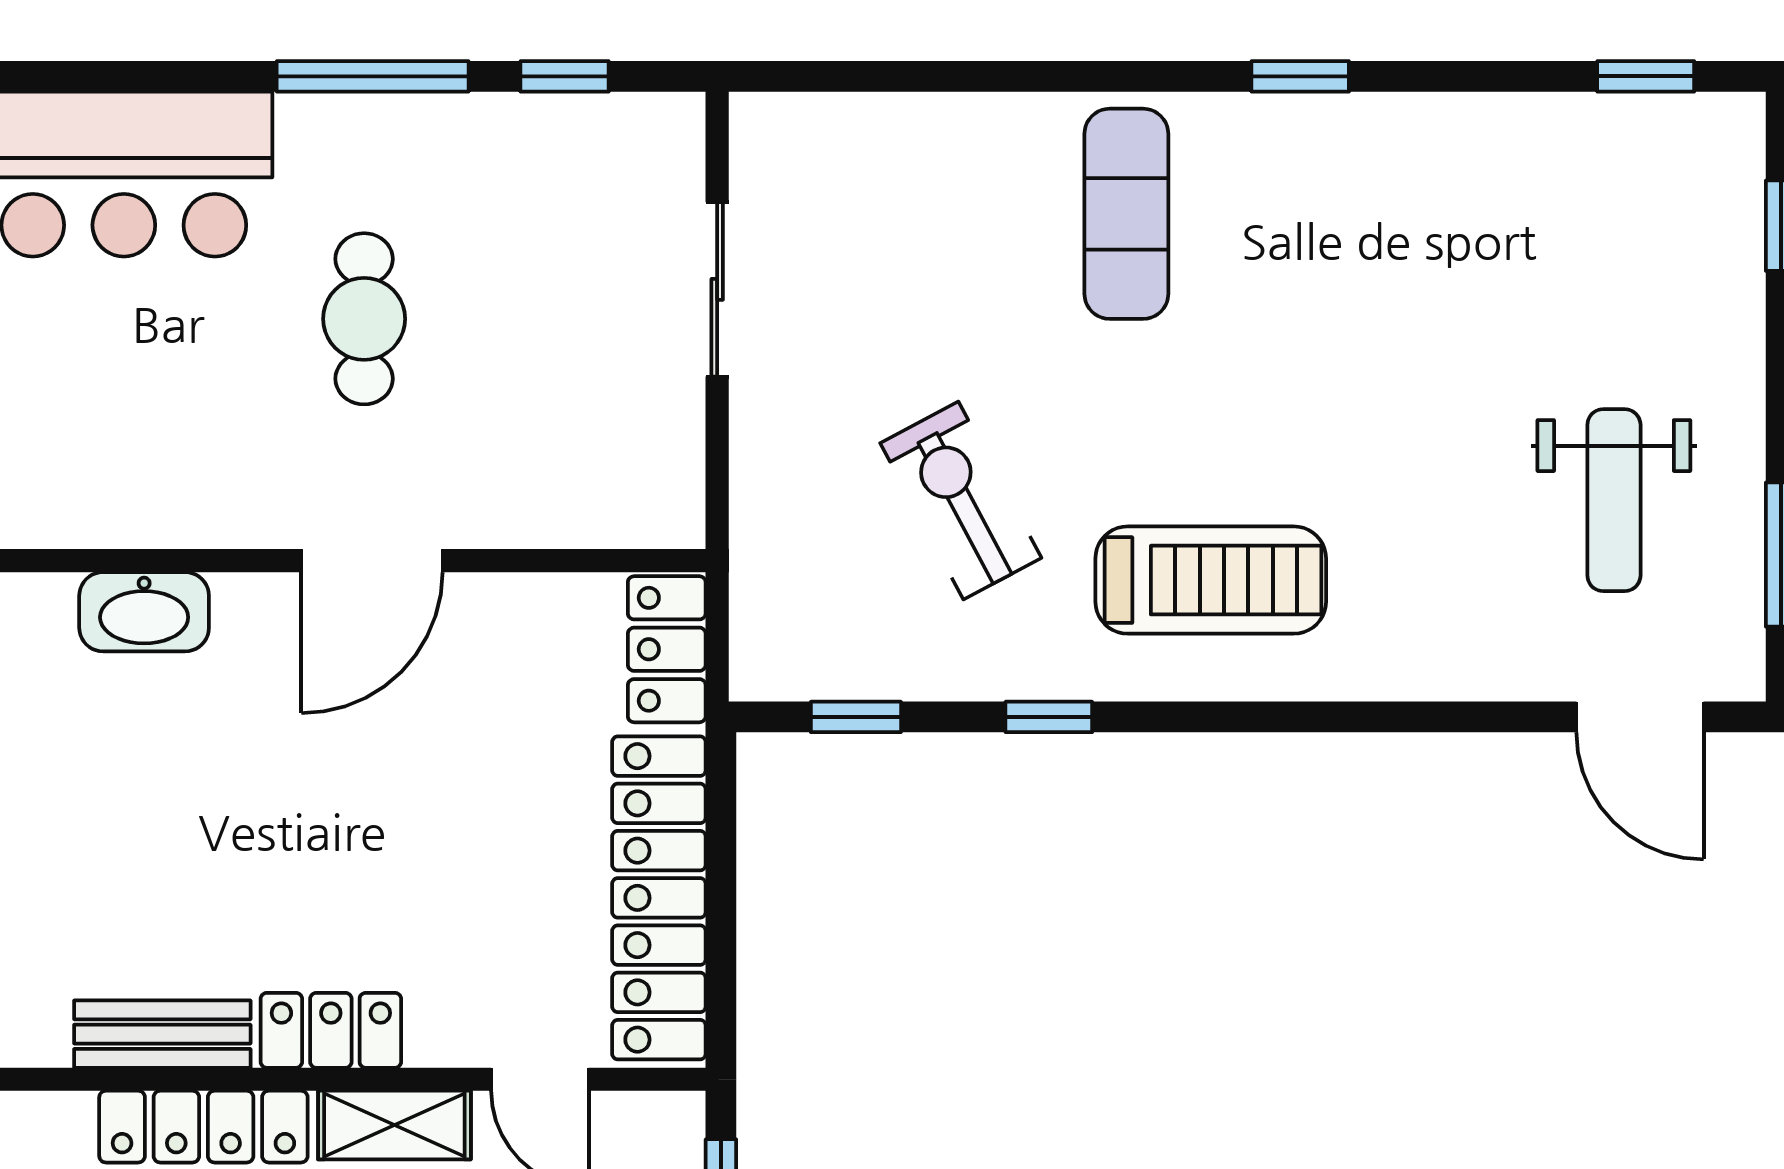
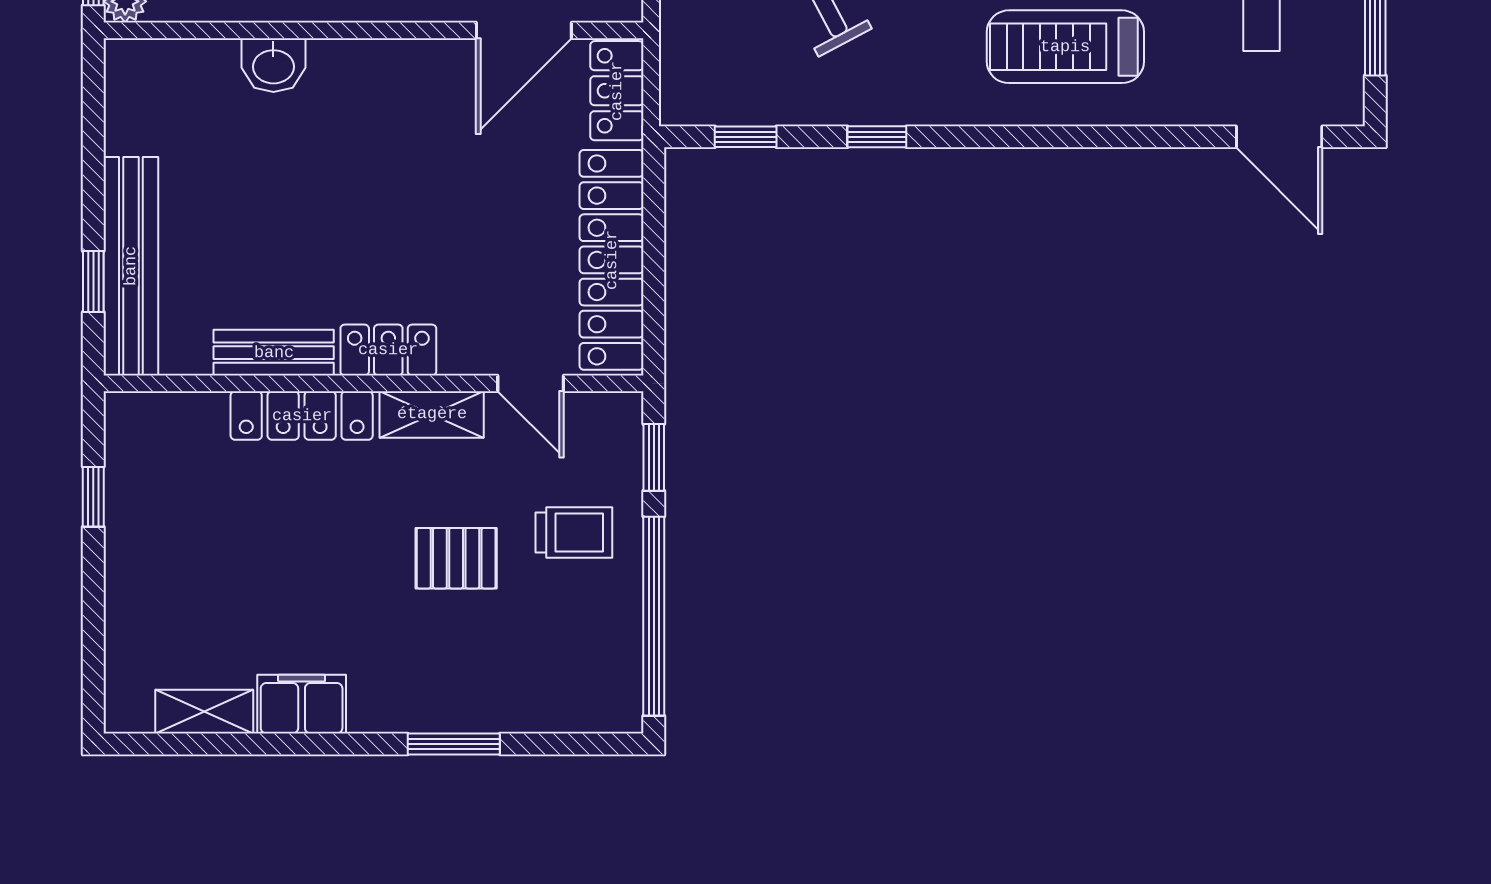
door: (372, 561) -> (524, 30), moved
treadmill: (1211, 580) -> (1065, 47), moved, turned 180
washbasin: (144, 612) -> (273, 65), width x0.72

